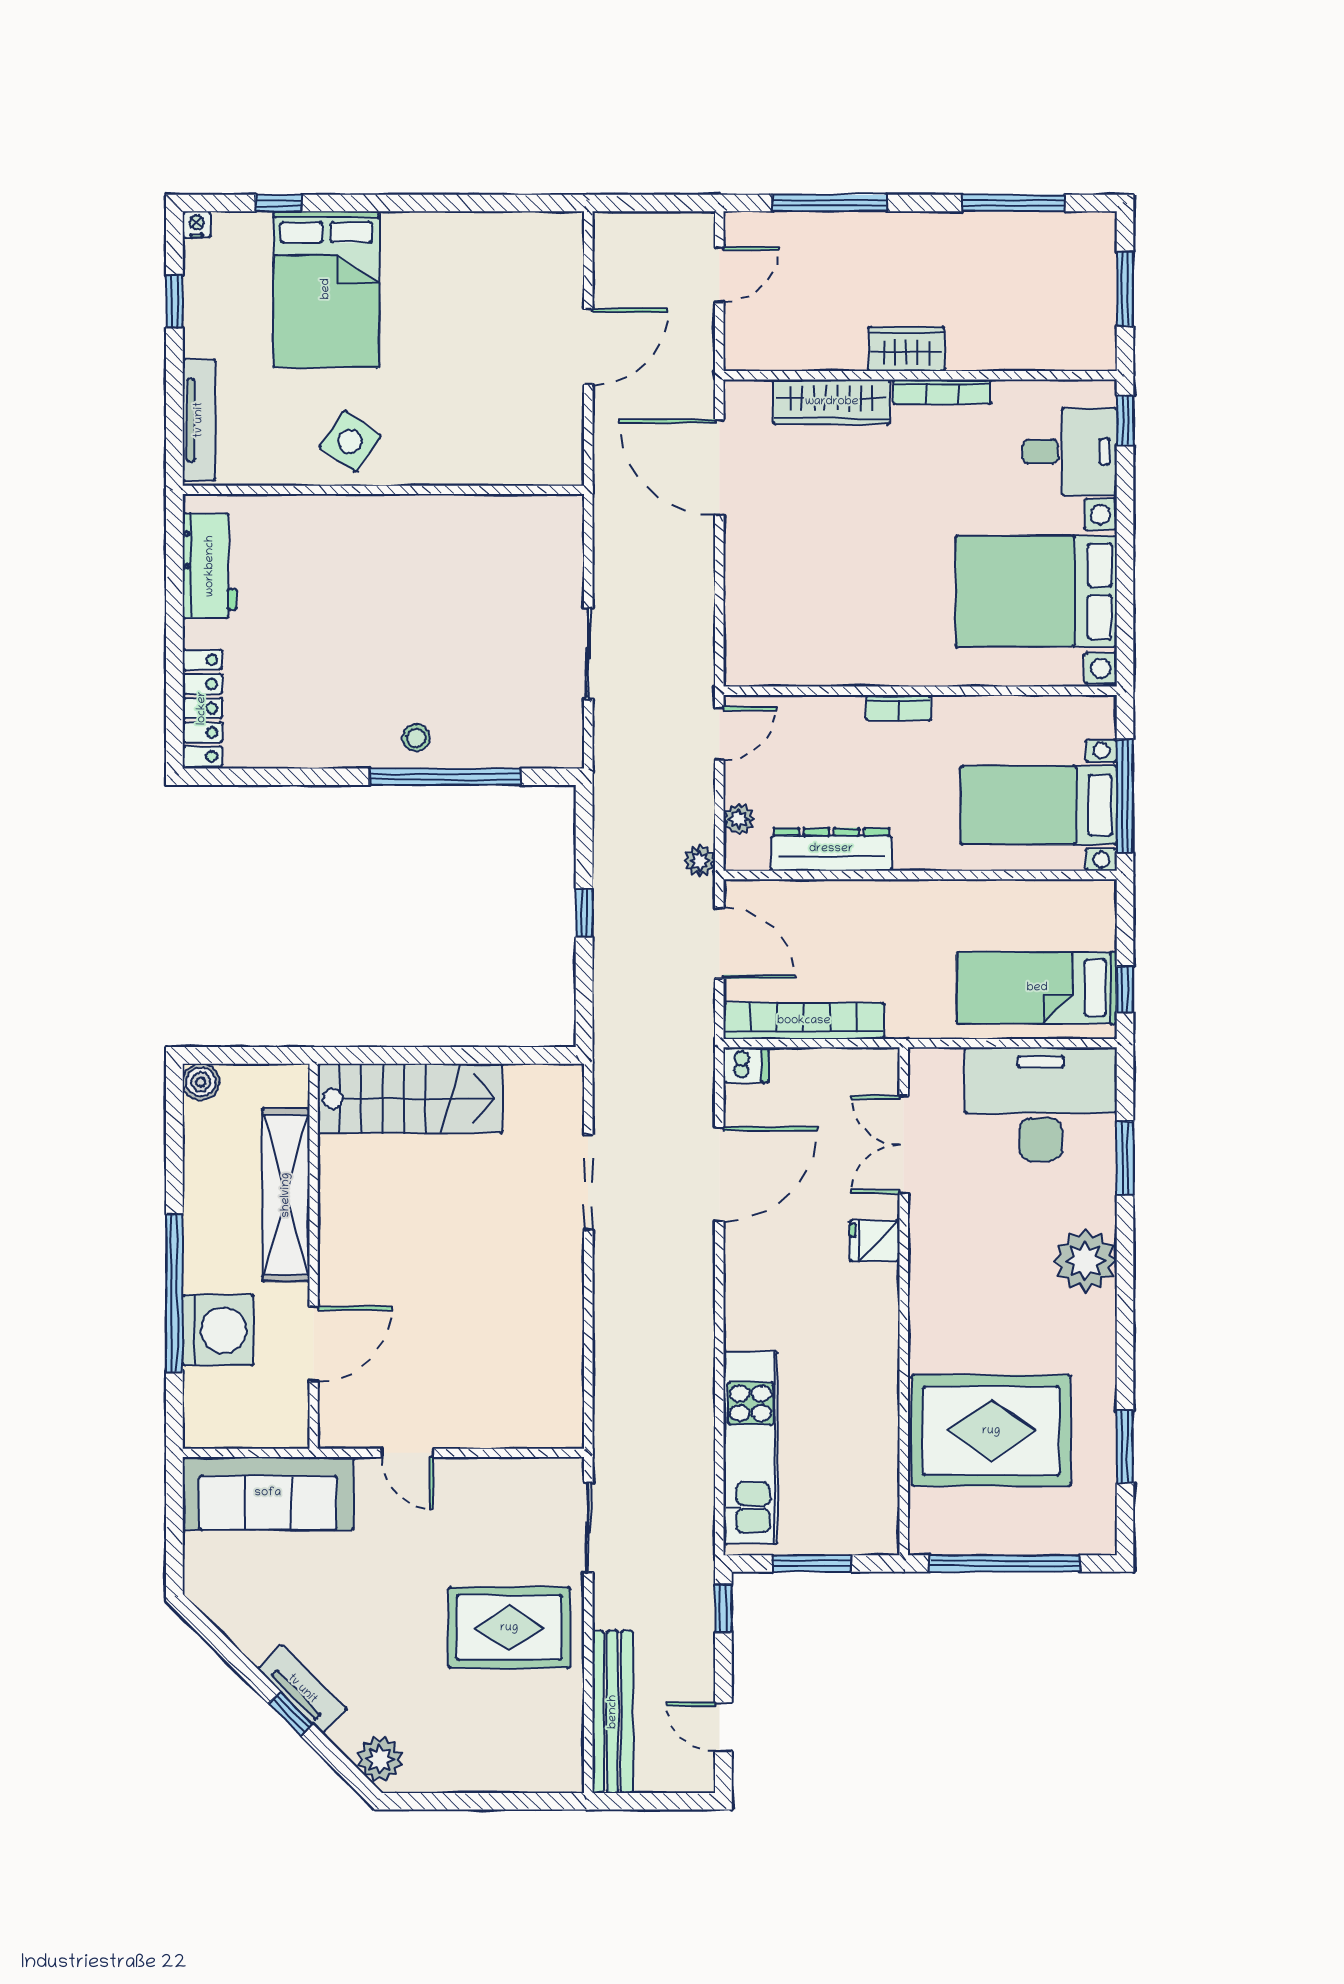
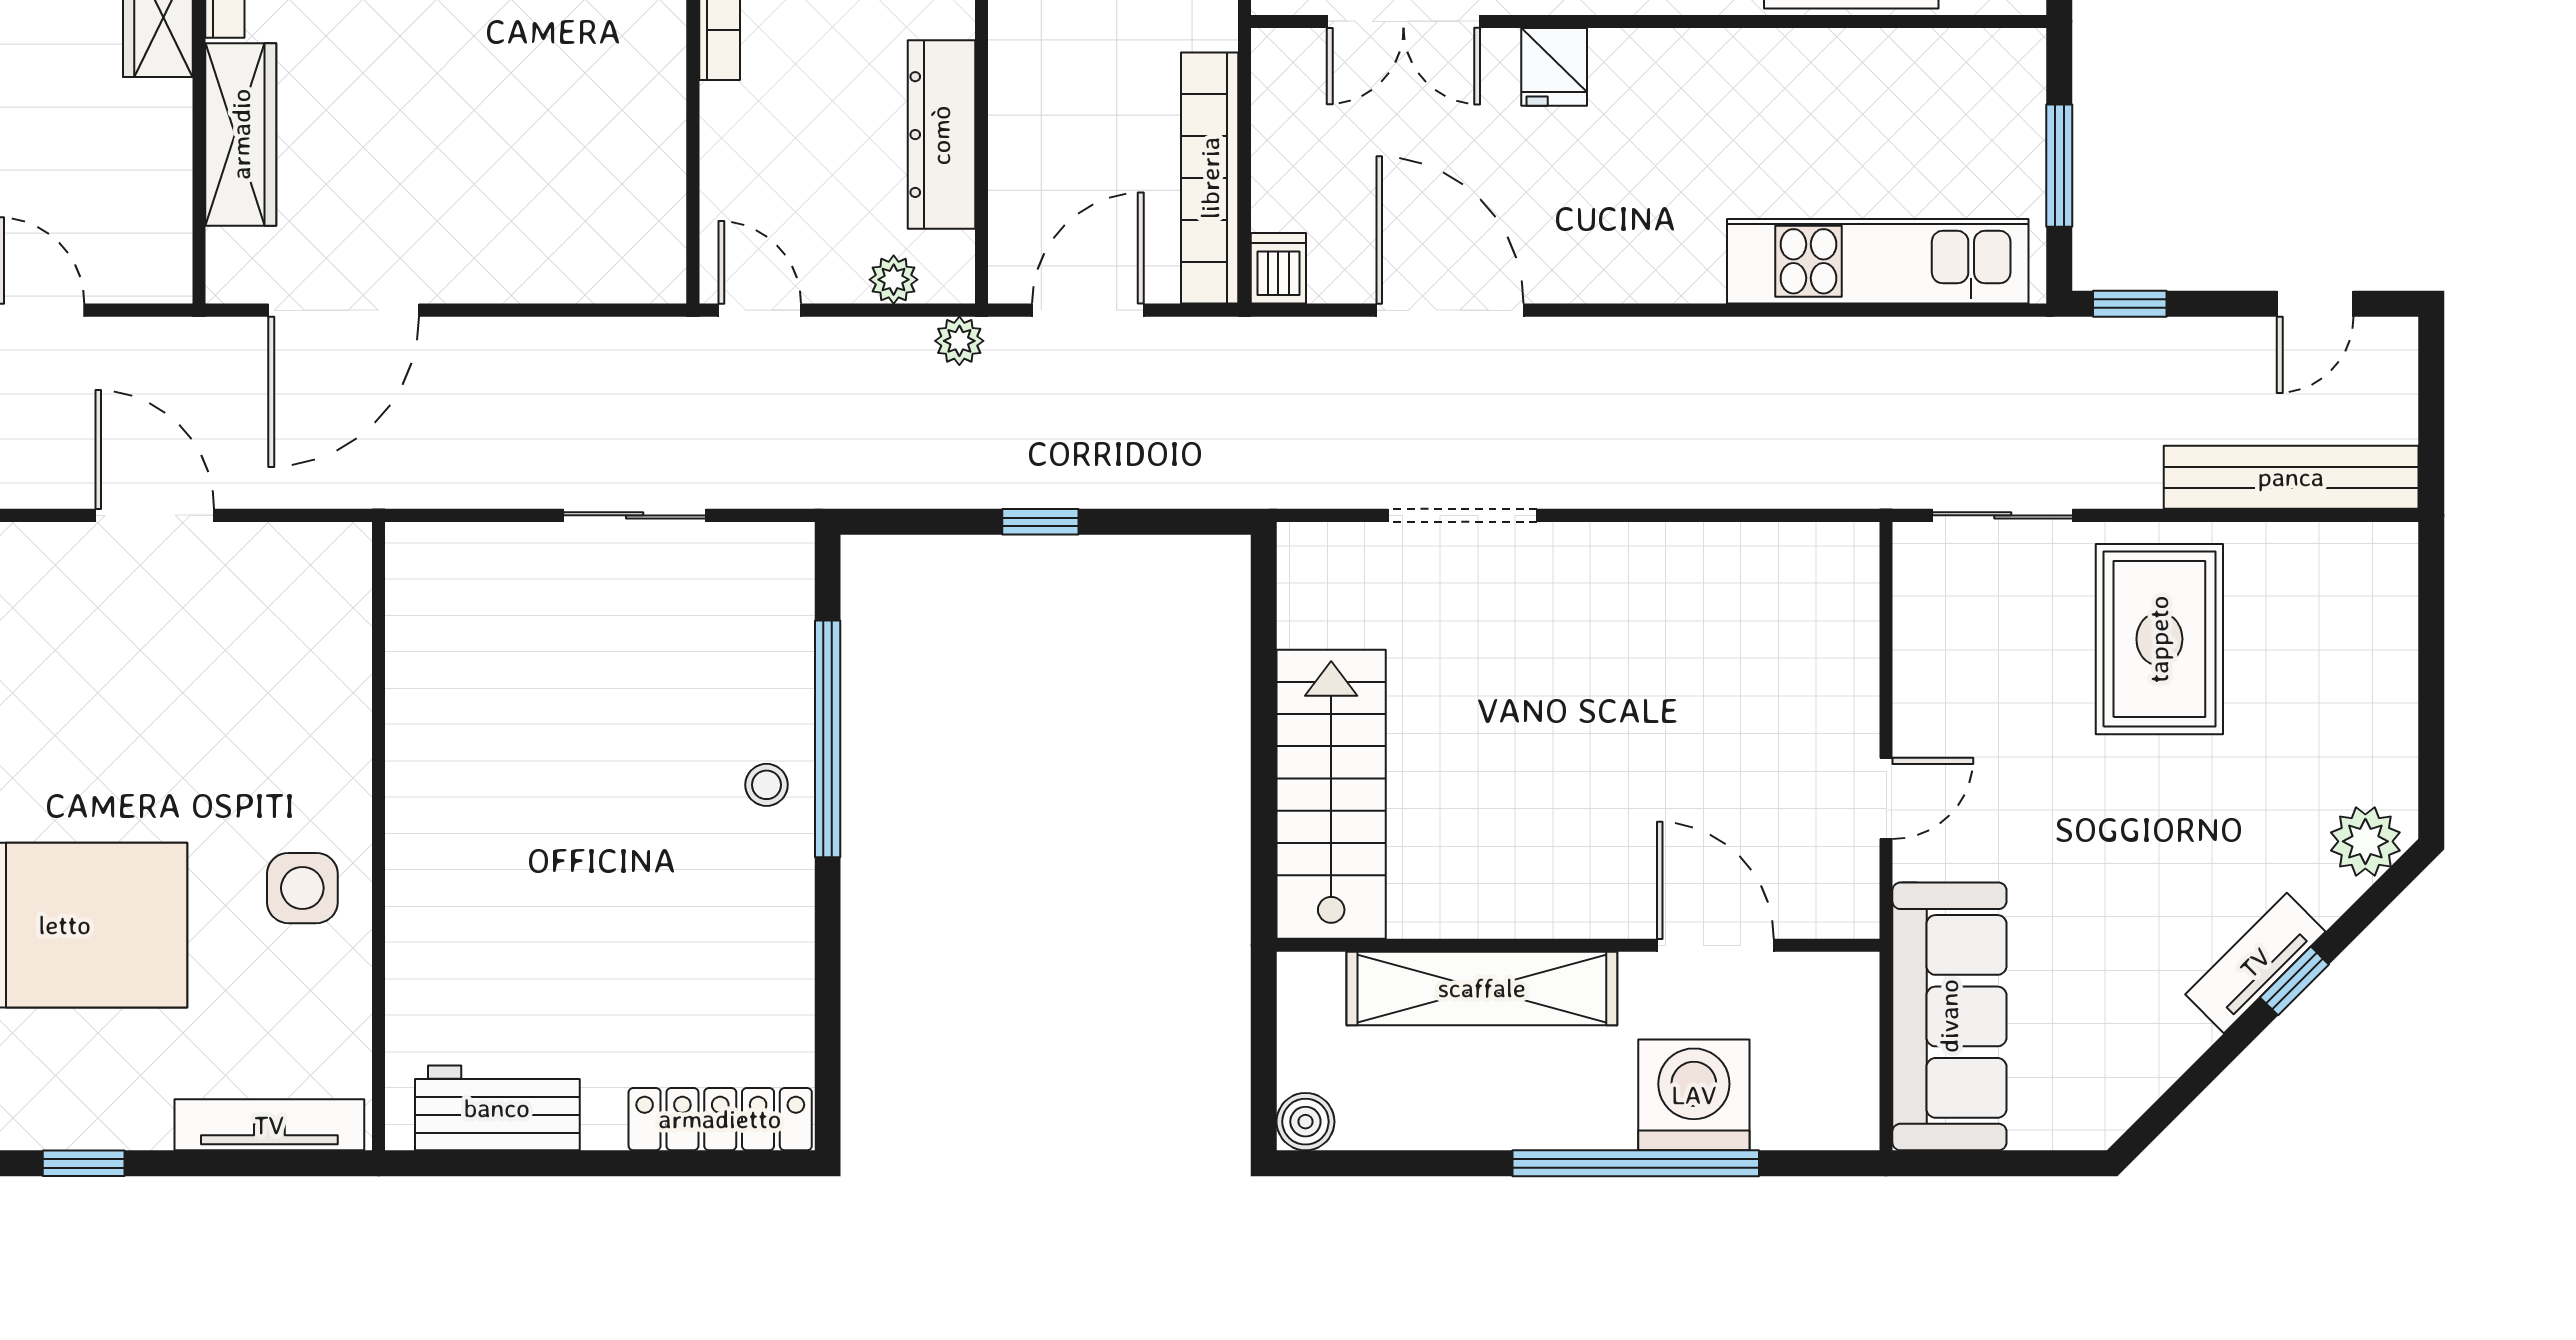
side table: (350, 441) -> (302, 888), turned -35

